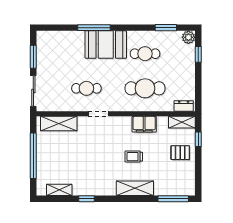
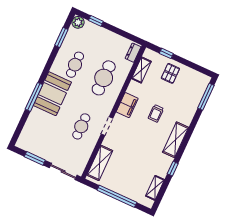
shelving: (182, 122) -> (141, 70), moved
filing cabinet: (144, 124) -> (127, 105), moved
shelving: (135, 188) -> (176, 140), moved

